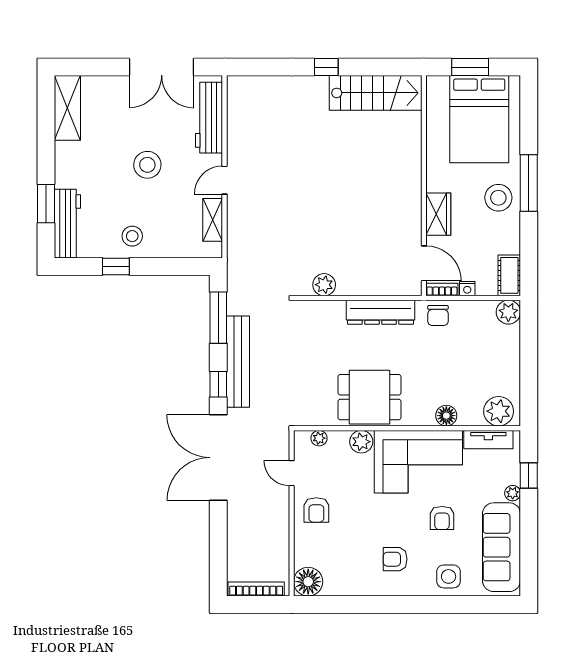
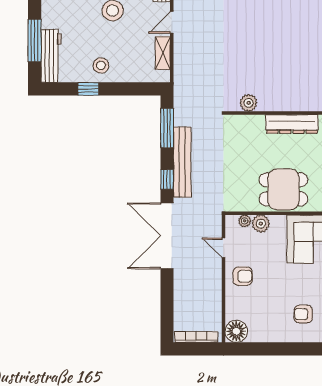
window: (46, 204) -> (35, 40), width x1.44
plant: (361, 442) -> (261, 224), moved
armchair: (316, 510) -> (243, 276), turned -90

